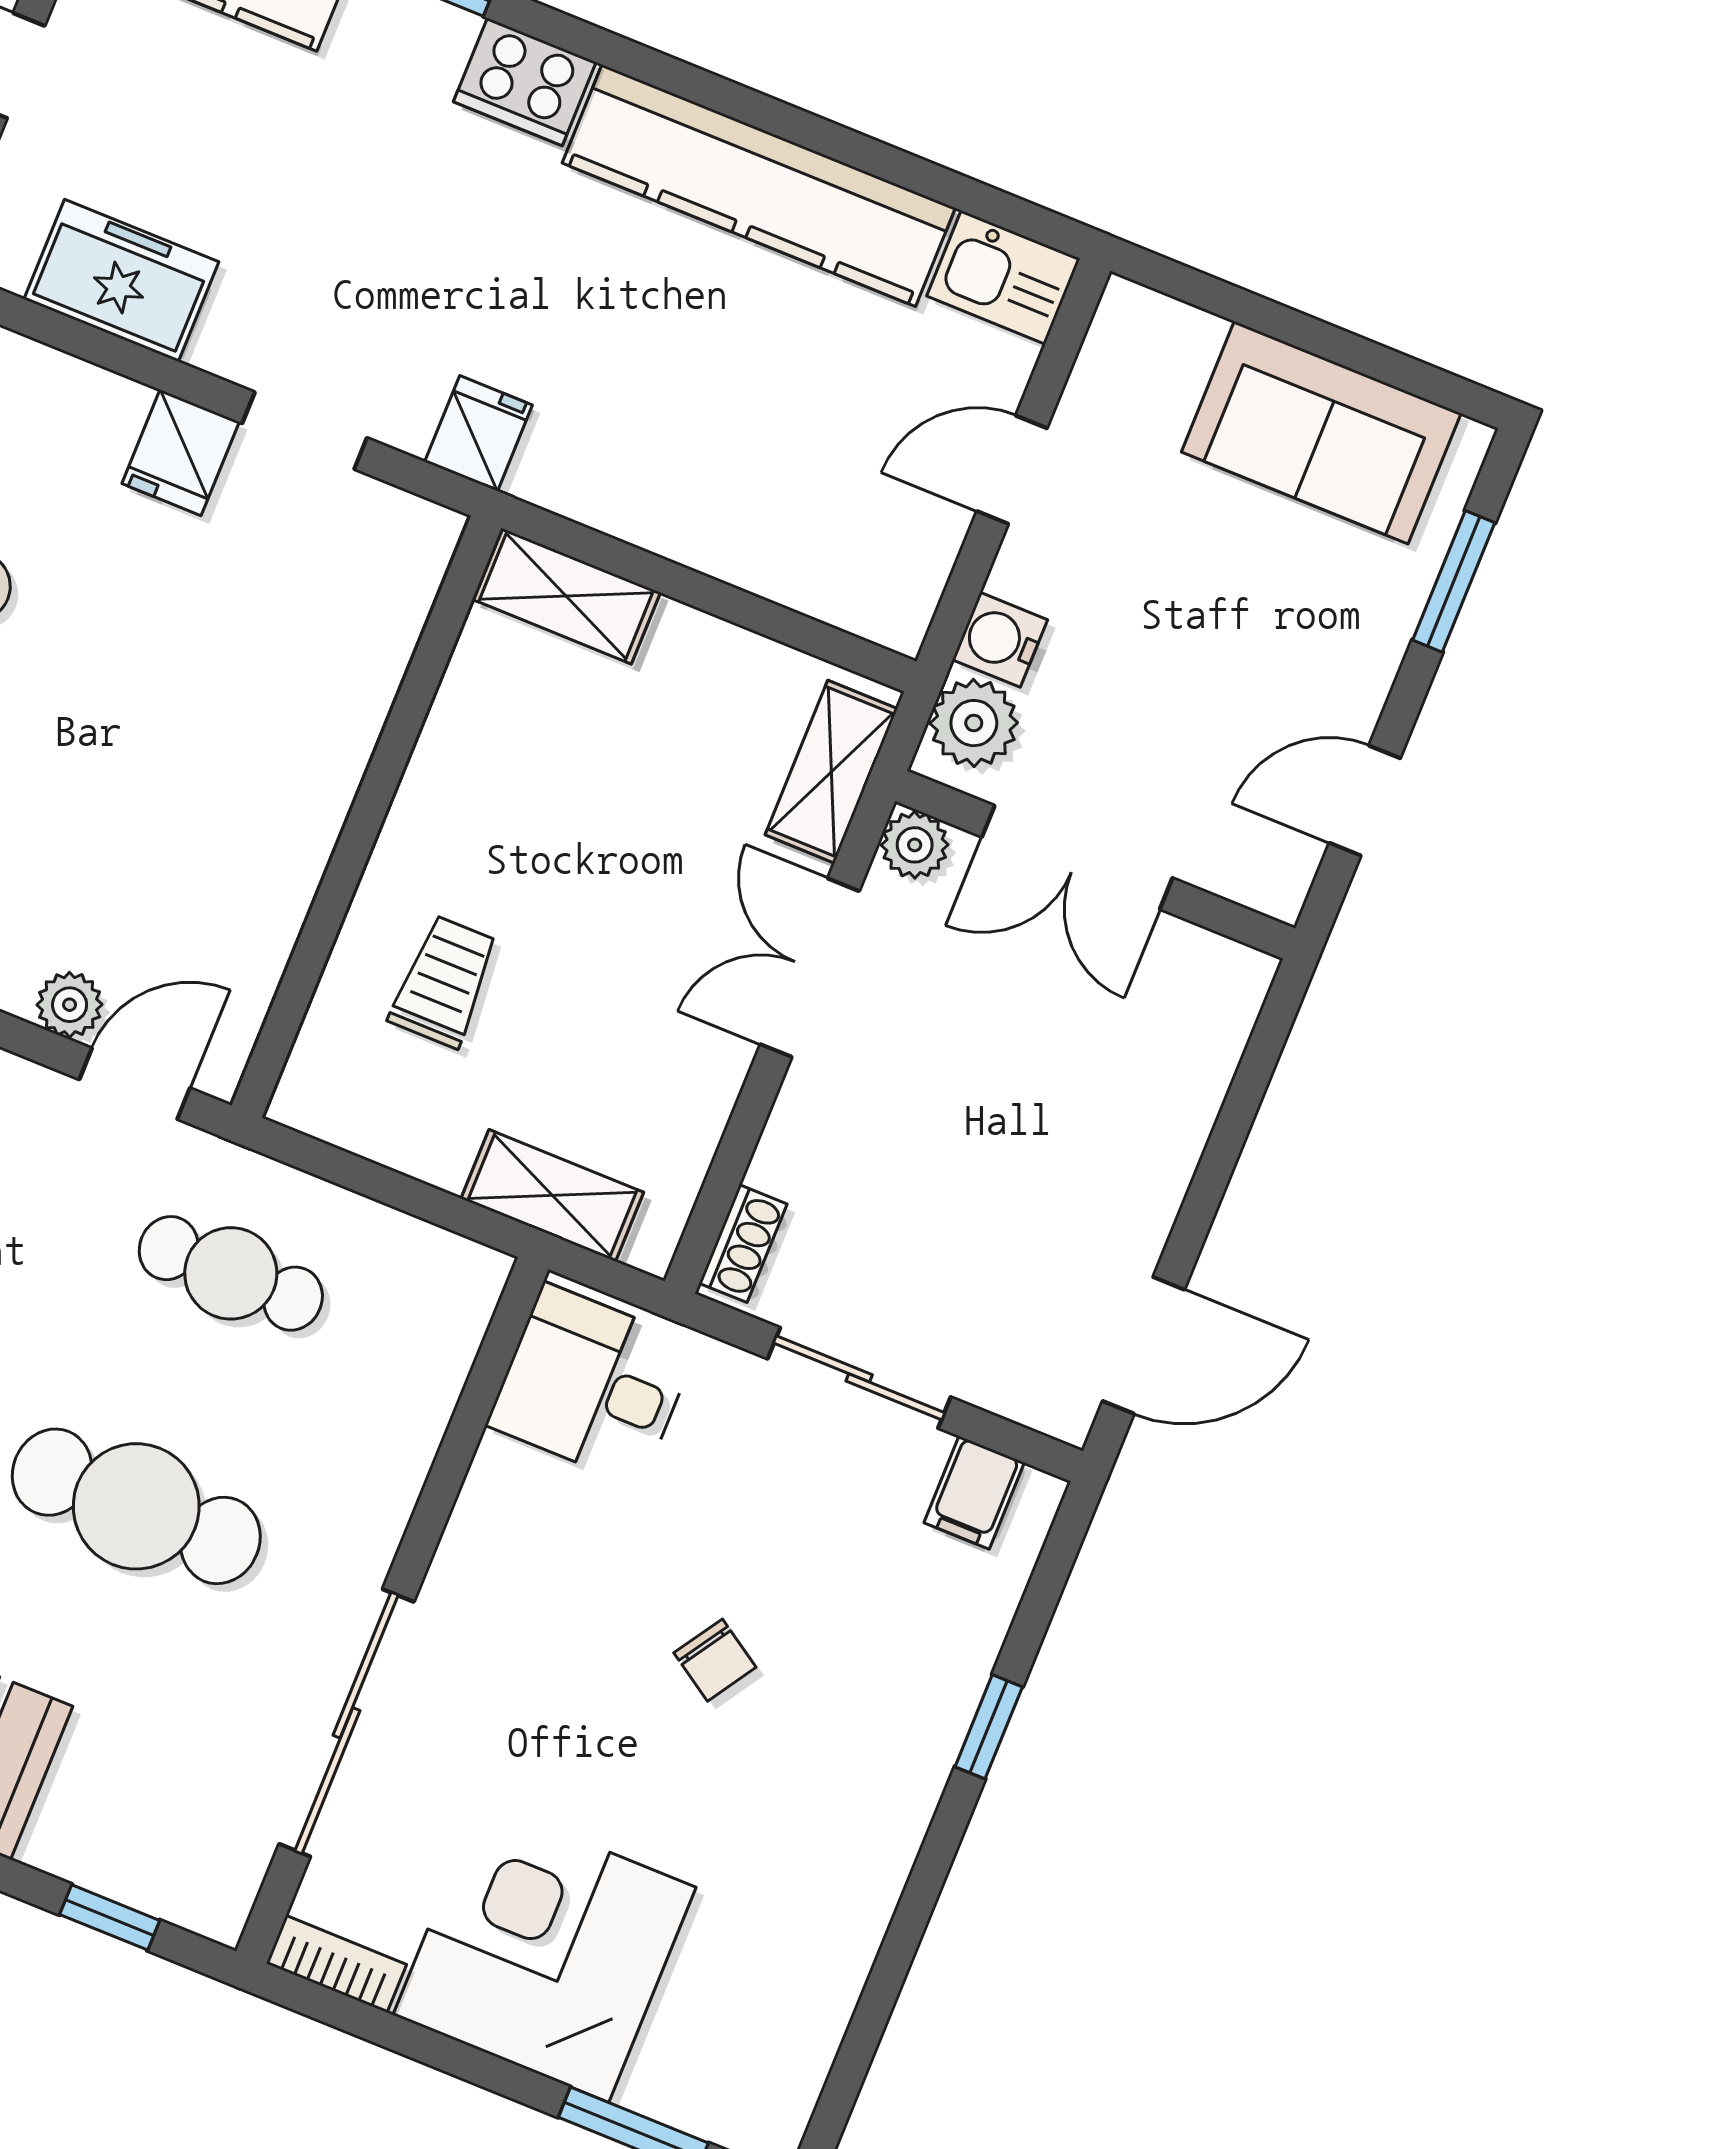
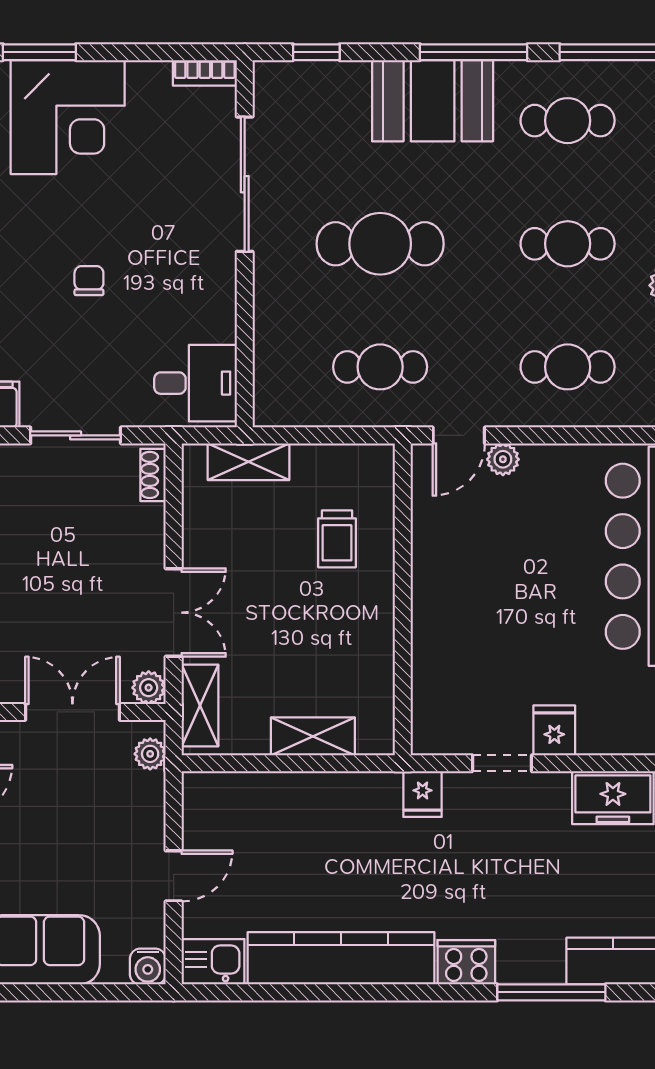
shelving: (566, 596) -> (313, 736), moved
water cooler: (1000, 640) -> (148, 967), moved, turned 90
plant: (974, 723) -> (150, 754), width x0.73, depth x0.73
chair: (715, 1660) -> (89, 281), turned 57
corner desk: (545, 1951) -> (68, 117), moved

